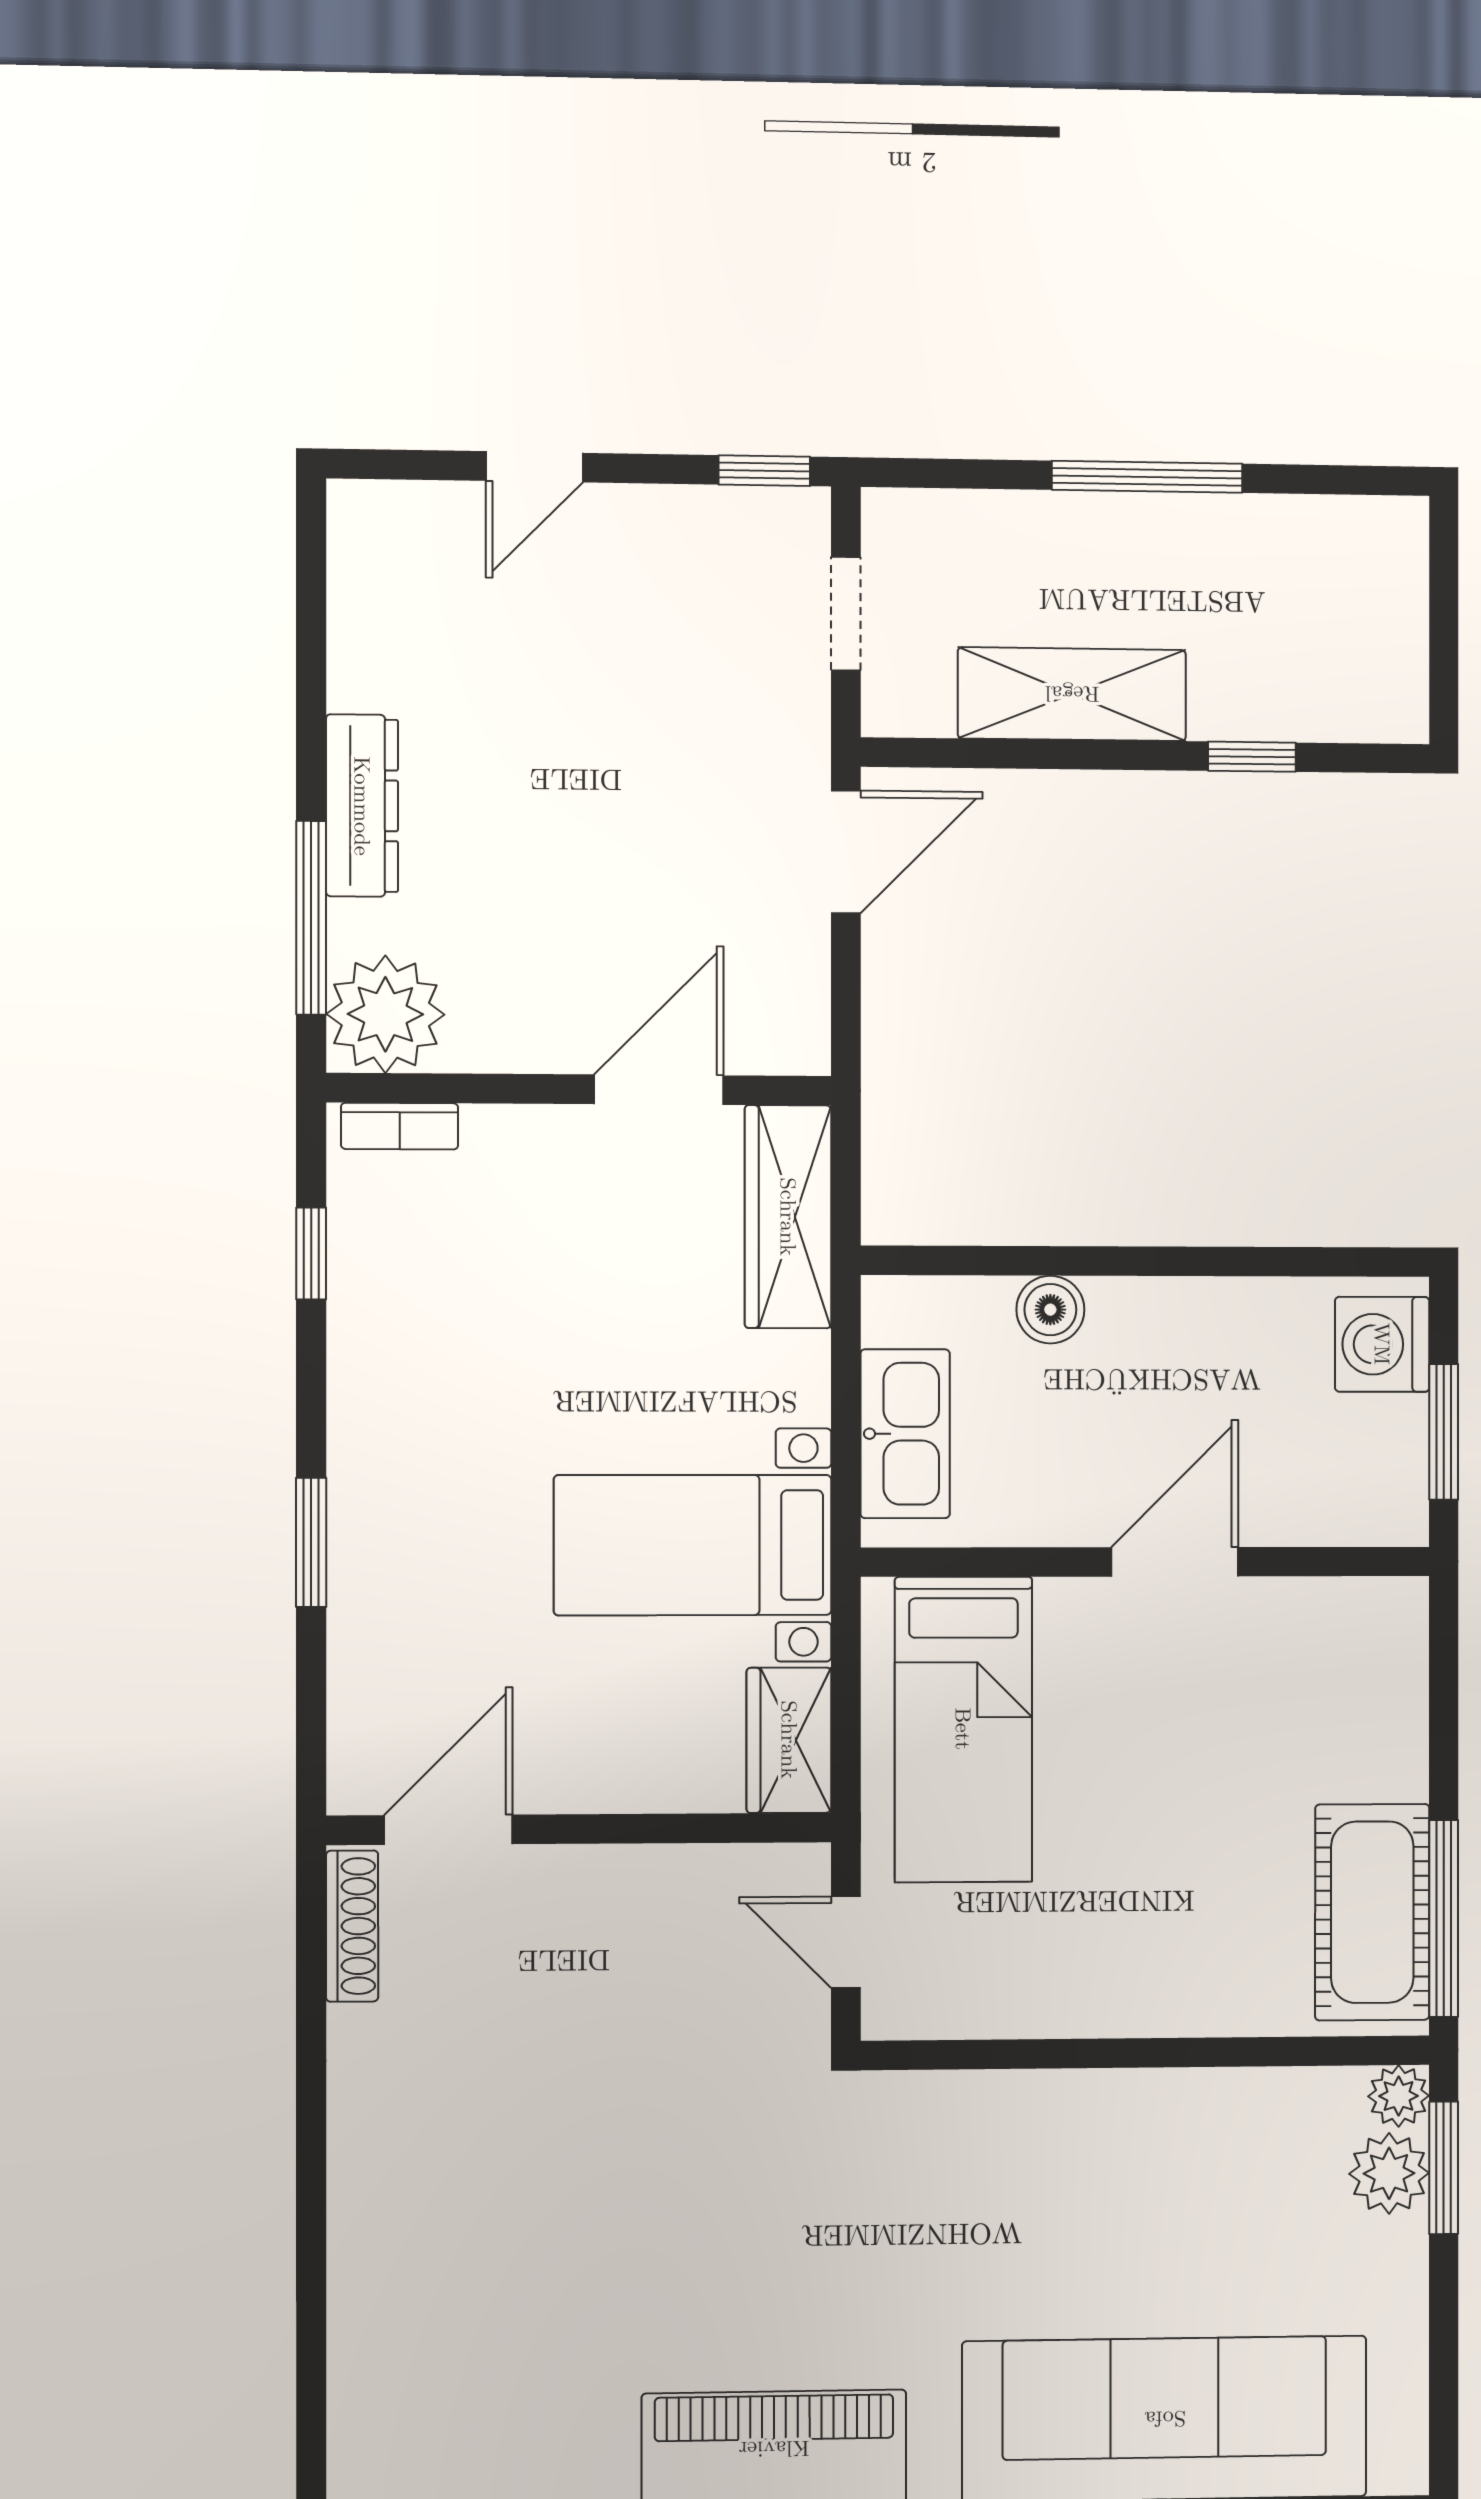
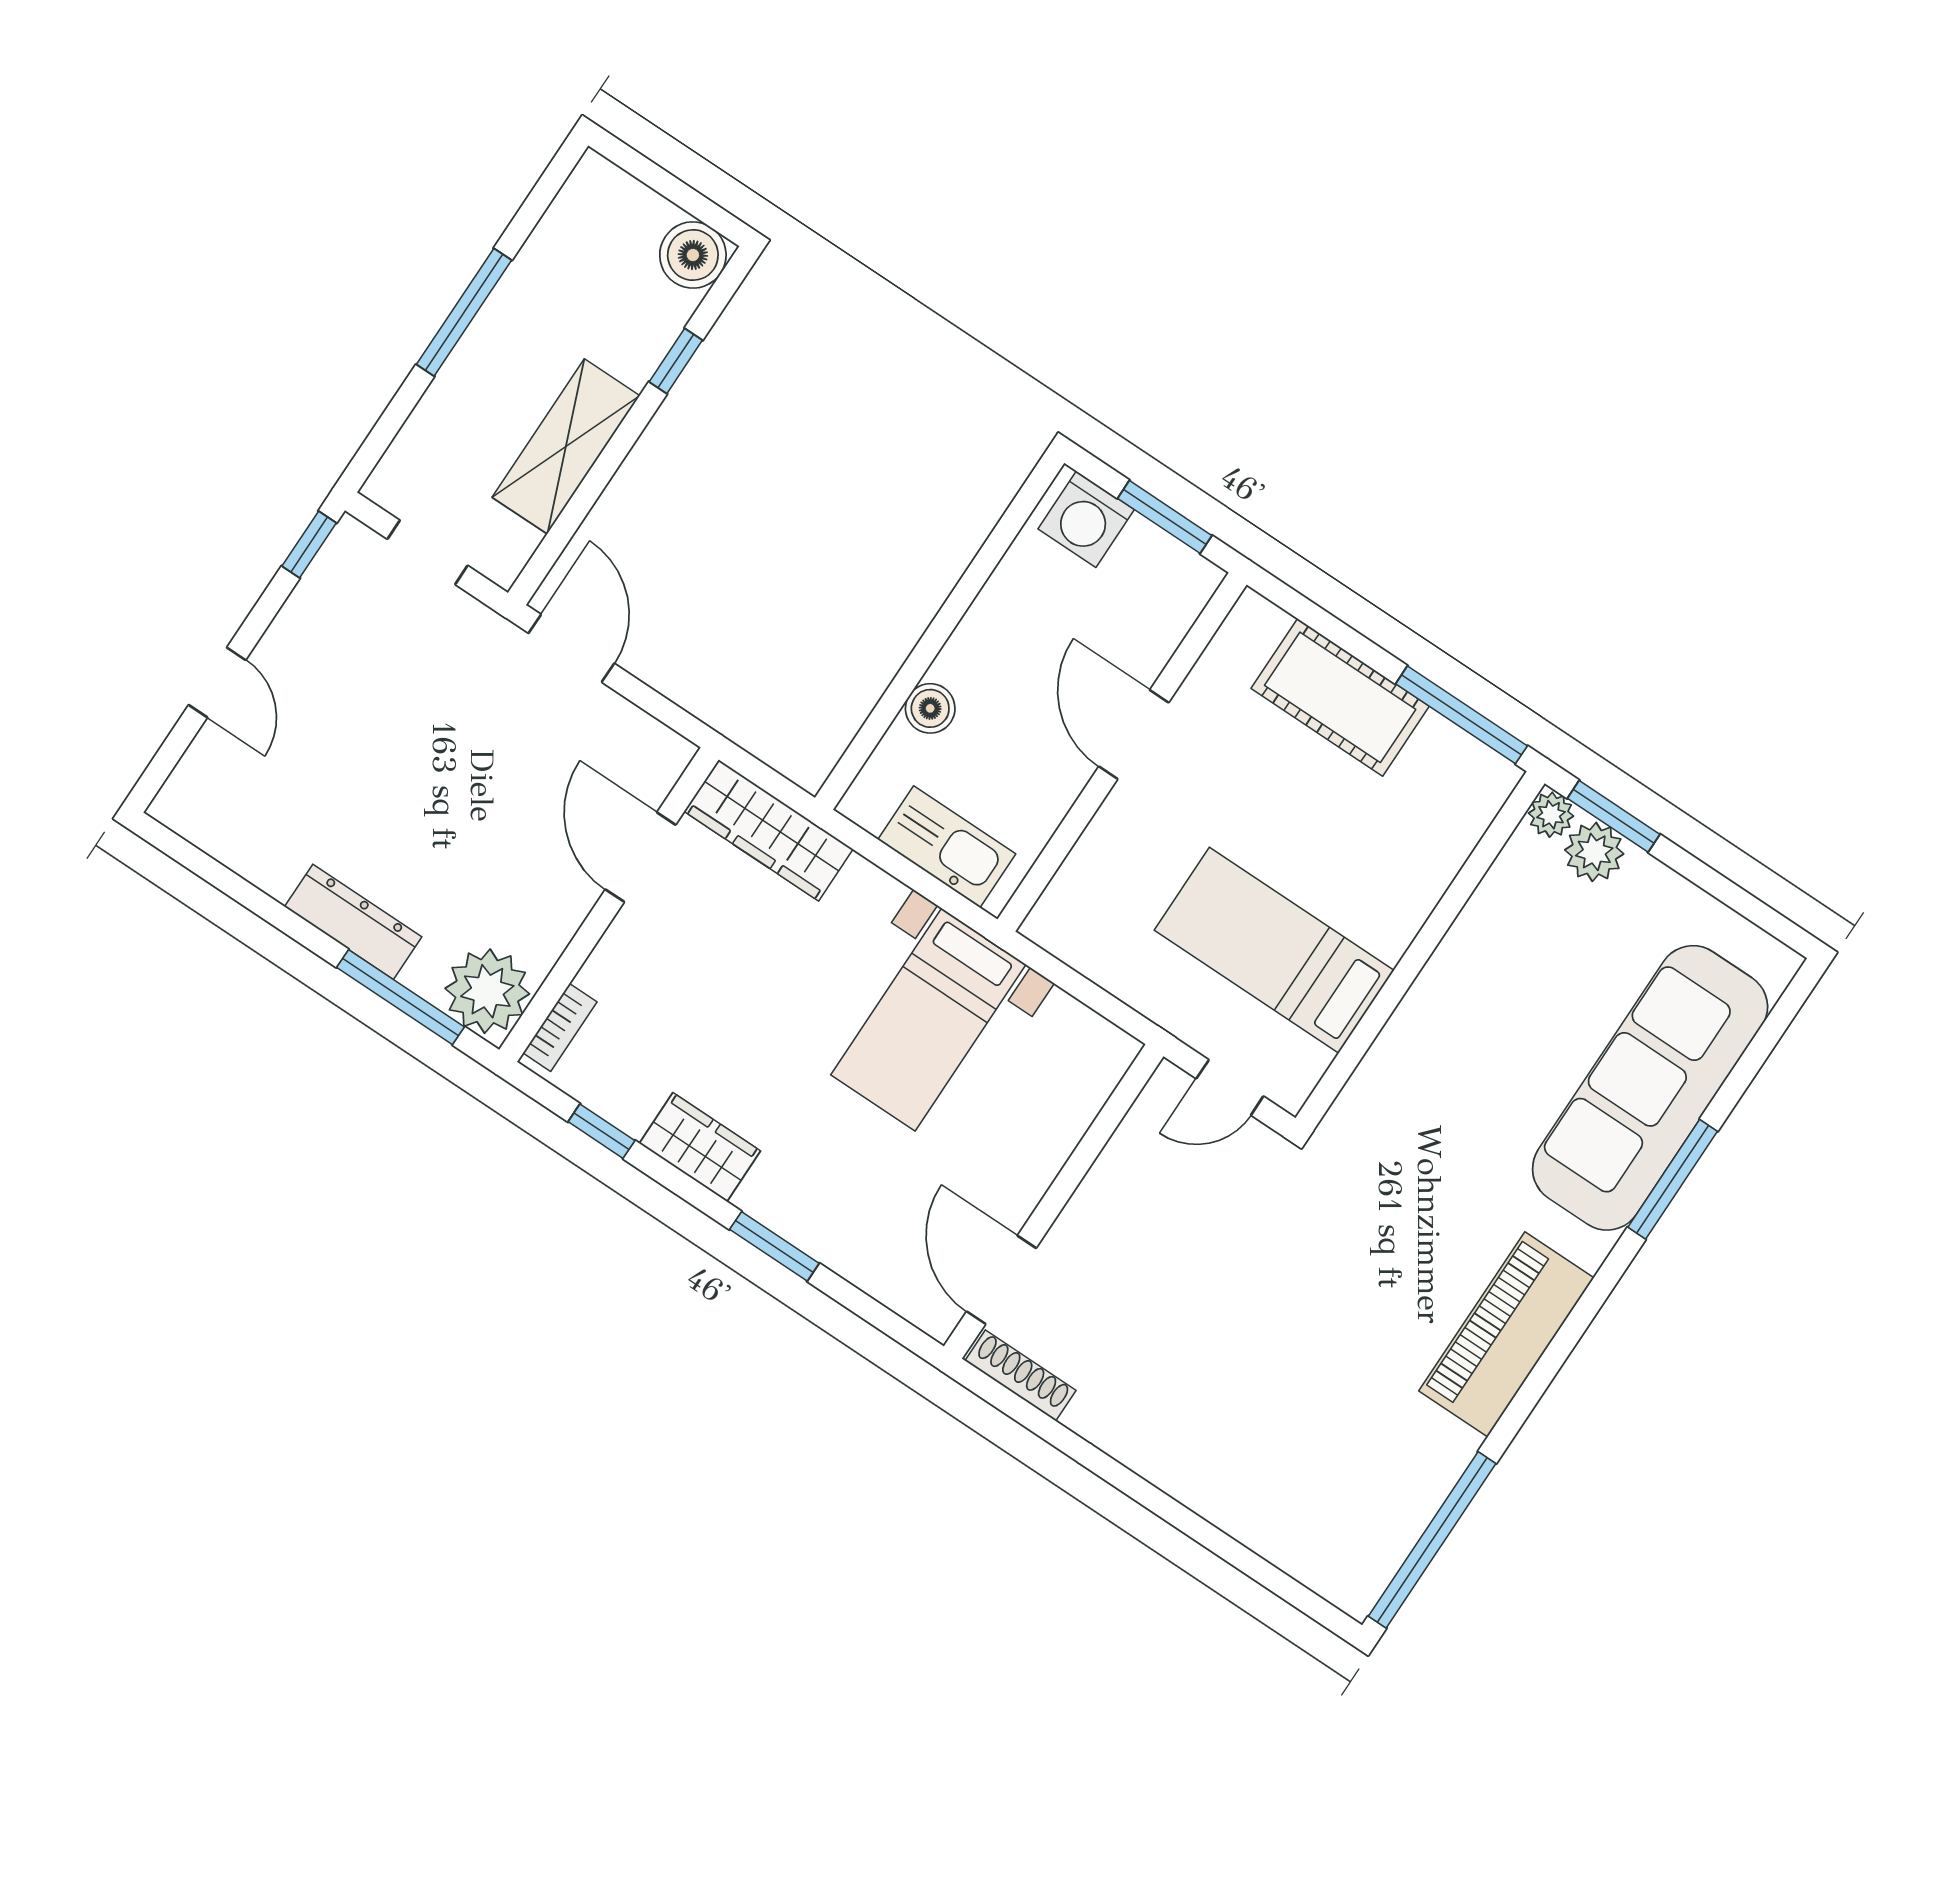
boiler: (1384, 697) -> (693, 255), added
bed: (963, 1729) -> (1274, 950), moved, turned 180
wardrobe: (789, 1740) -> (700, 1147), moved, turned 180
cot: (1372, 1912) -> (1340, 697), moved

